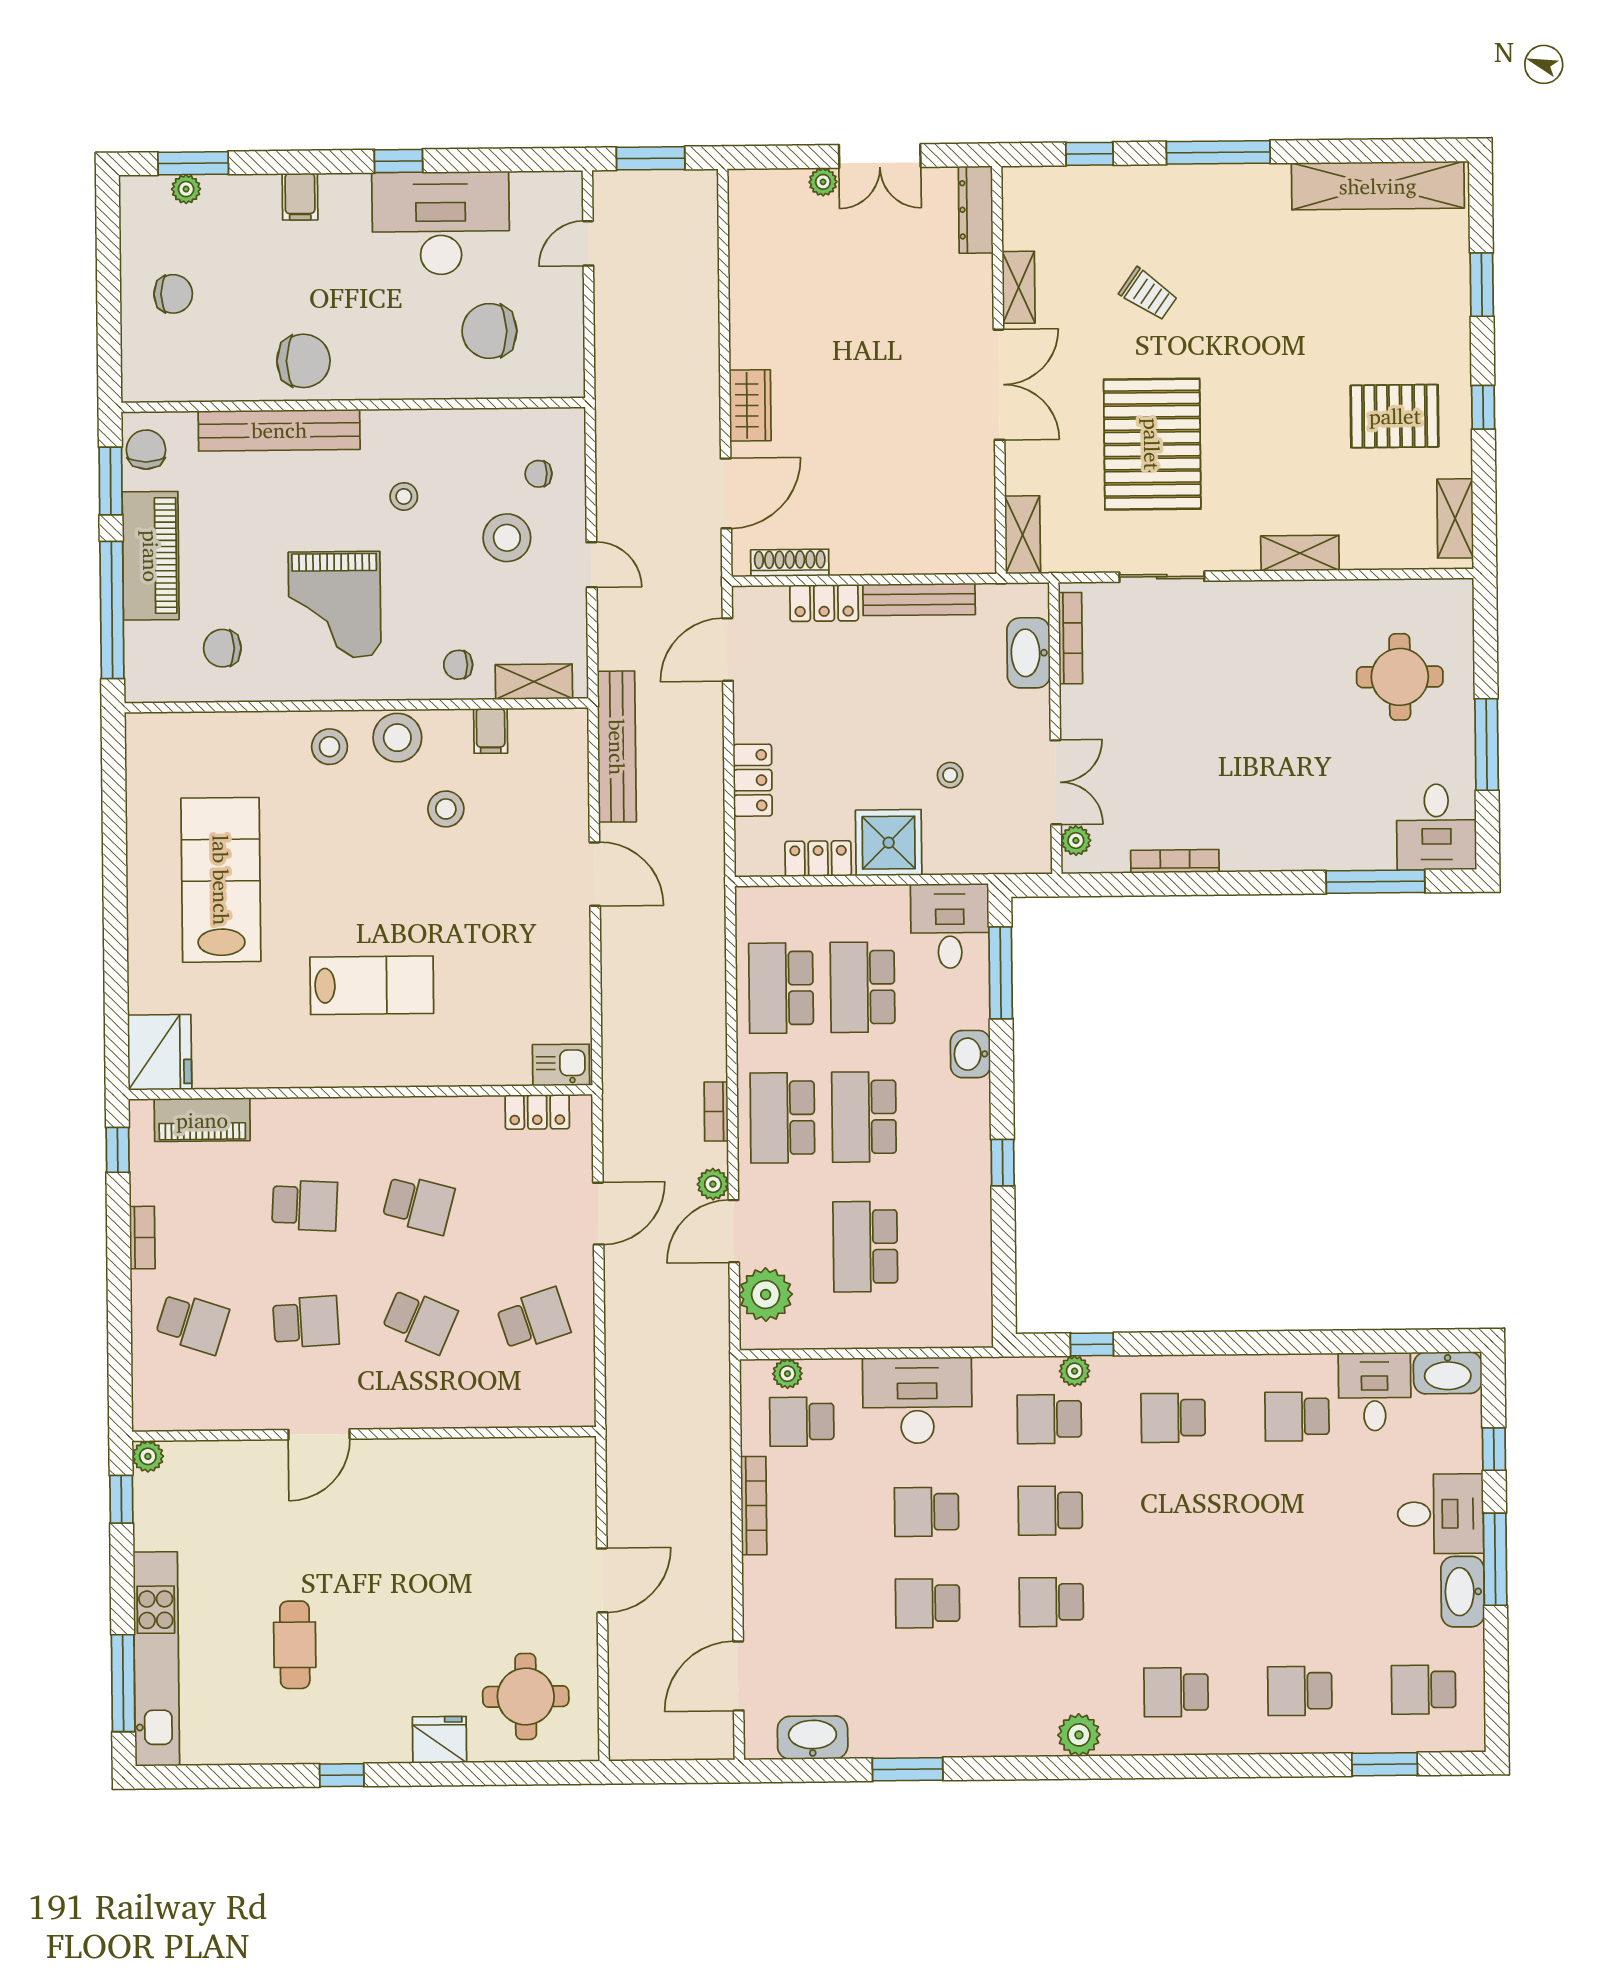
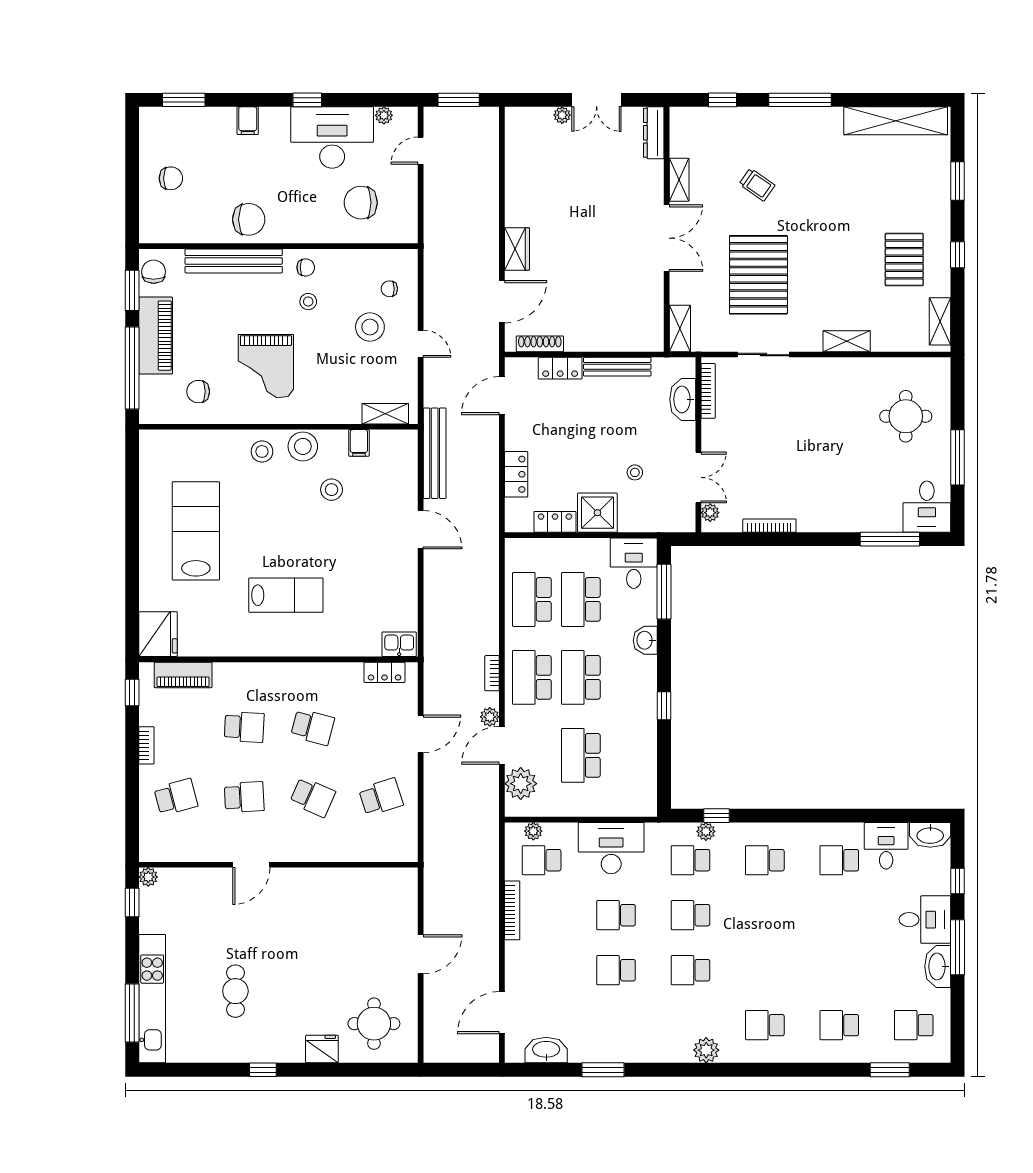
plant: (186, 189) -> (384, 115), moved
pallet: (1395, 416) -> (904, 259), turned 90
chair: (458, 665) -> (306, 267), moved, turned 180
school desk: (192, 1323) -> (176, 797), turned -33

